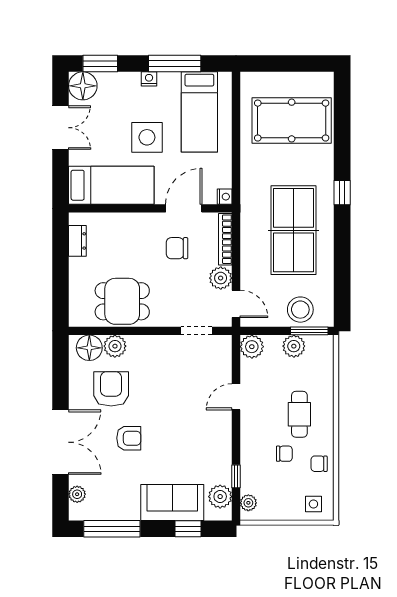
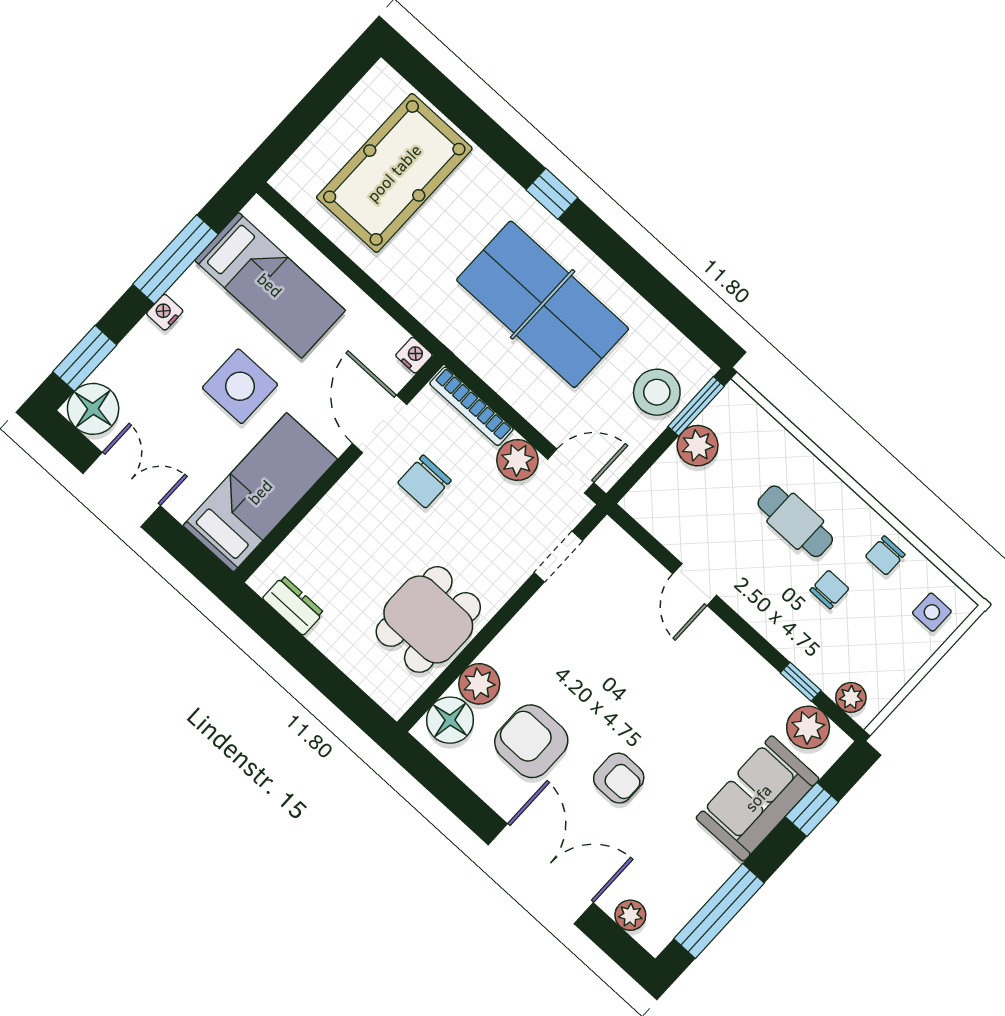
plant: (252, 347) -> (647, 502), removed
armchair: (129, 438) -> (619, 778), turned 90

